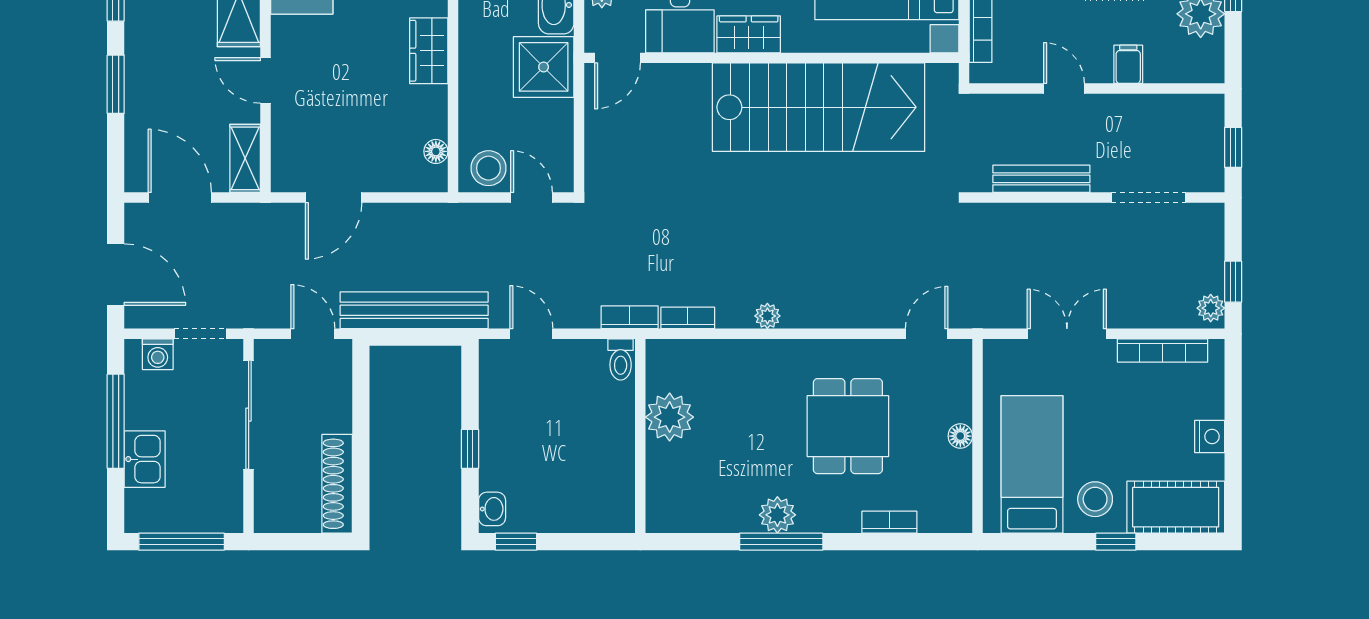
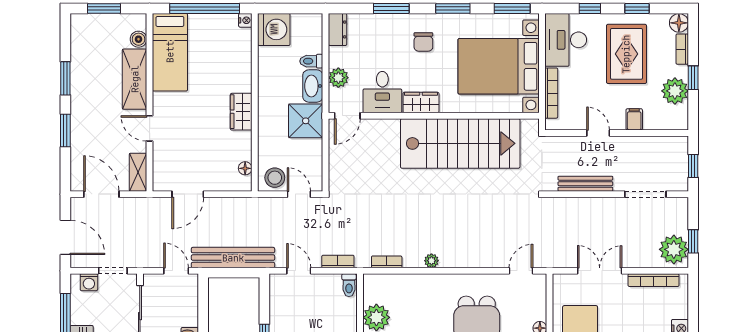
plant: (1211, 308) -> (674, 249), width x1.87, depth x1.87
bookcase: (630, 317) -> (338, 261), moved

